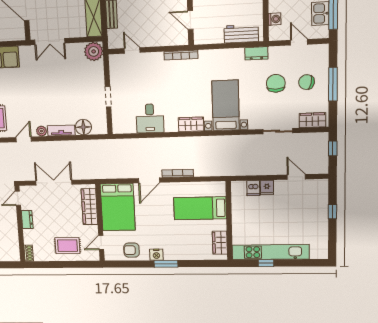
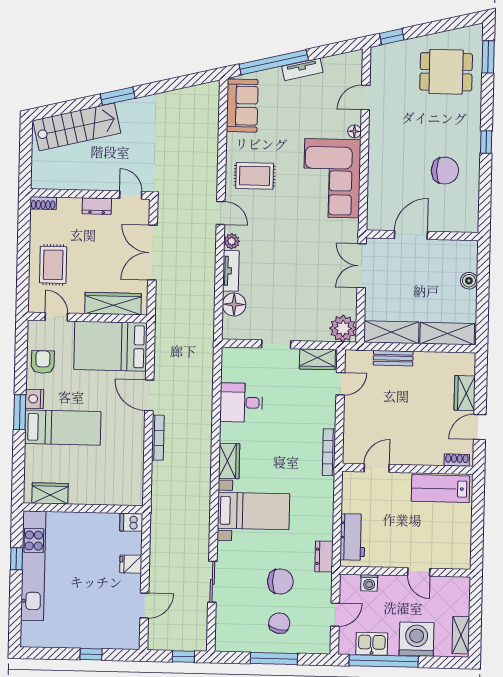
wardrobe: (312, 120) -> (317, 359), moved, turned 90
double door: (54, 183) -> (152, 253), swing flipped
dishwasher: (253, 188) -> (131, 522), moved
bed: (200, 208) -> (63, 428), moved, turned 90

